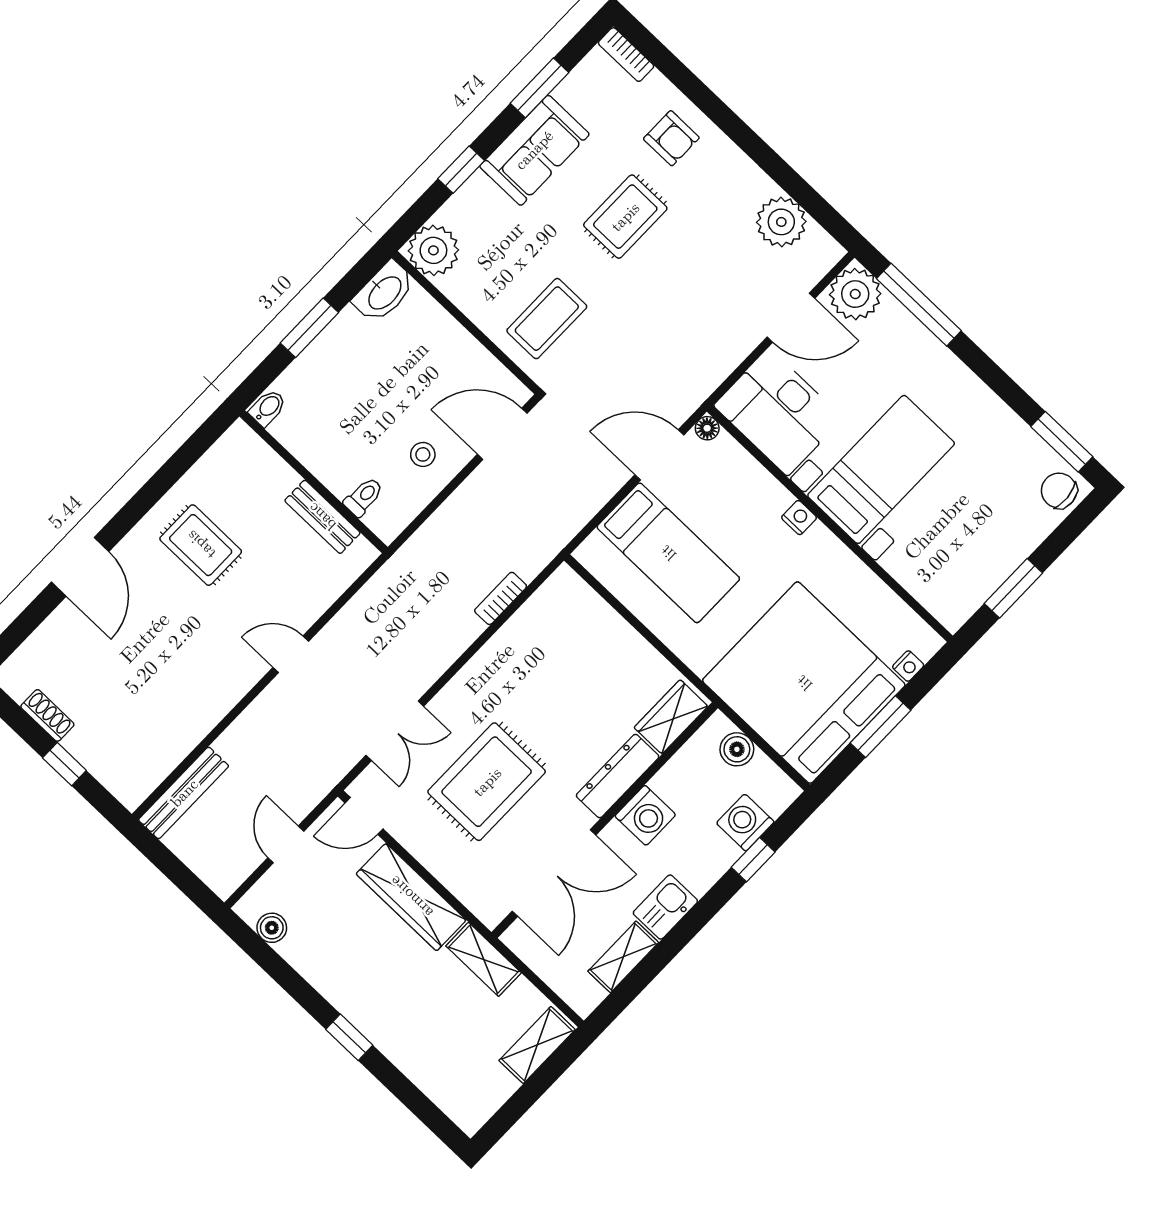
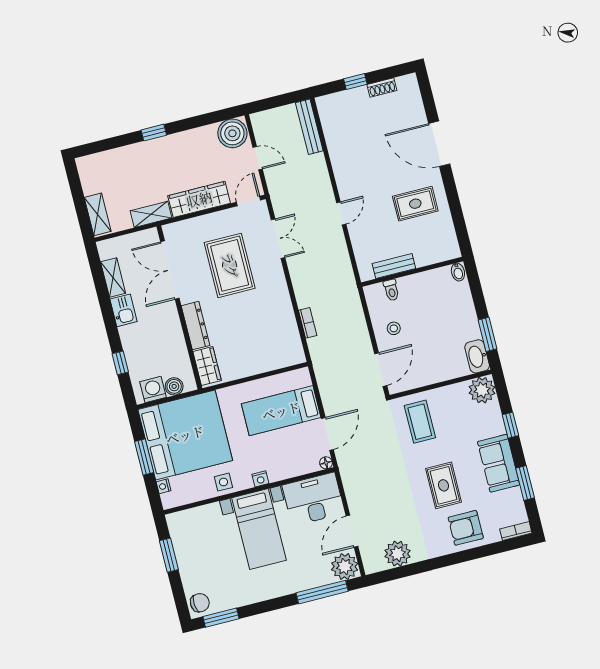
armchair: (671, 138) -> (466, 528), width x1.38, depth x1.38
window: (309, 328) -> (488, 334), moved
door: (80, 567) -> (439, 144), width x1.36
side table: (841, 574) -> (223, 482), added
double door: (395, 731) -> (278, 239), swing flipped
washing machine: (645, 815) -> (170, 327), removed
washing machine: (745, 822) -> (153, 390), moved, turned -90
boiler: (272, 928) -> (232, 133), width x1.86, depth x1.86

